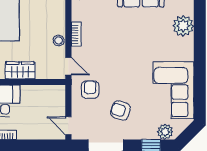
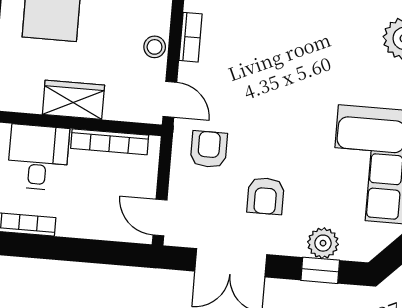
bookcase: (40, 90) -> (110, 142), added
armchair: (120, 111) -> (266, 196), turned -107
plant: (165, 132) -> (323, 243), moved

